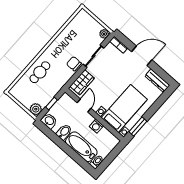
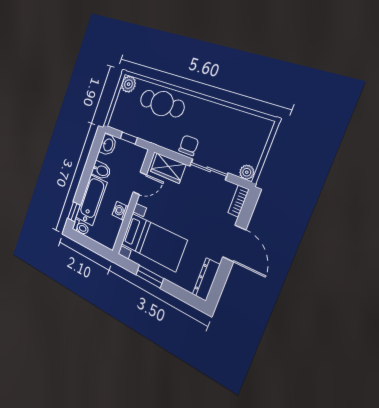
cafe table: (40, 72) -> (162, 104), width x1.37, depth x1.35
plant: (36, 109) -> (129, 84), moved
window: (138, 127) -> (150, 277), moved
window: (84, 164) -> (74, 212), added

